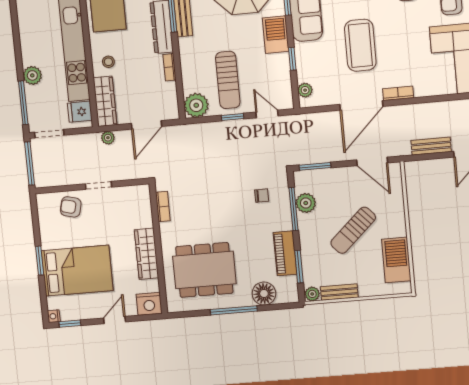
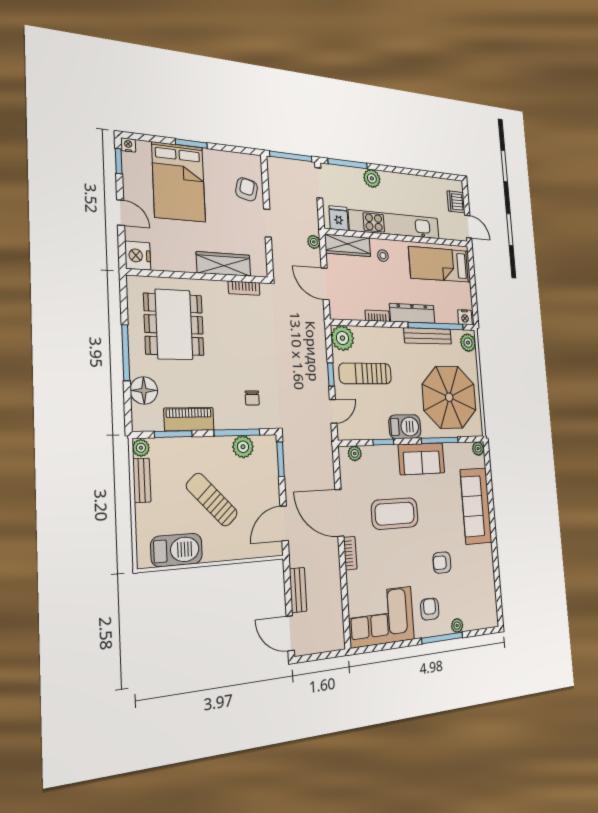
wardrobe: (146, 254) -> (224, 264), moved

